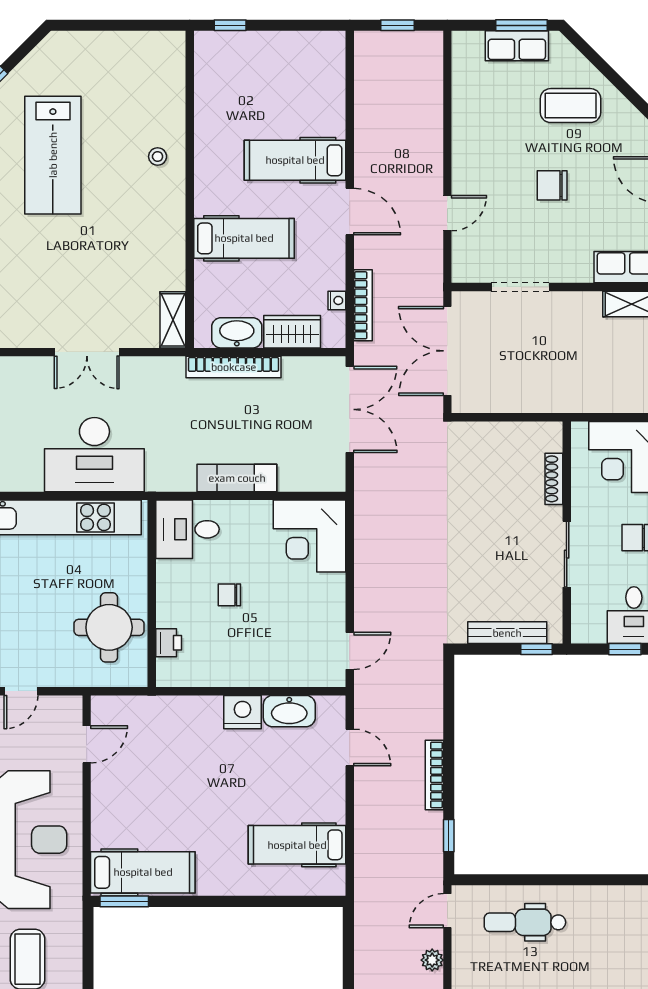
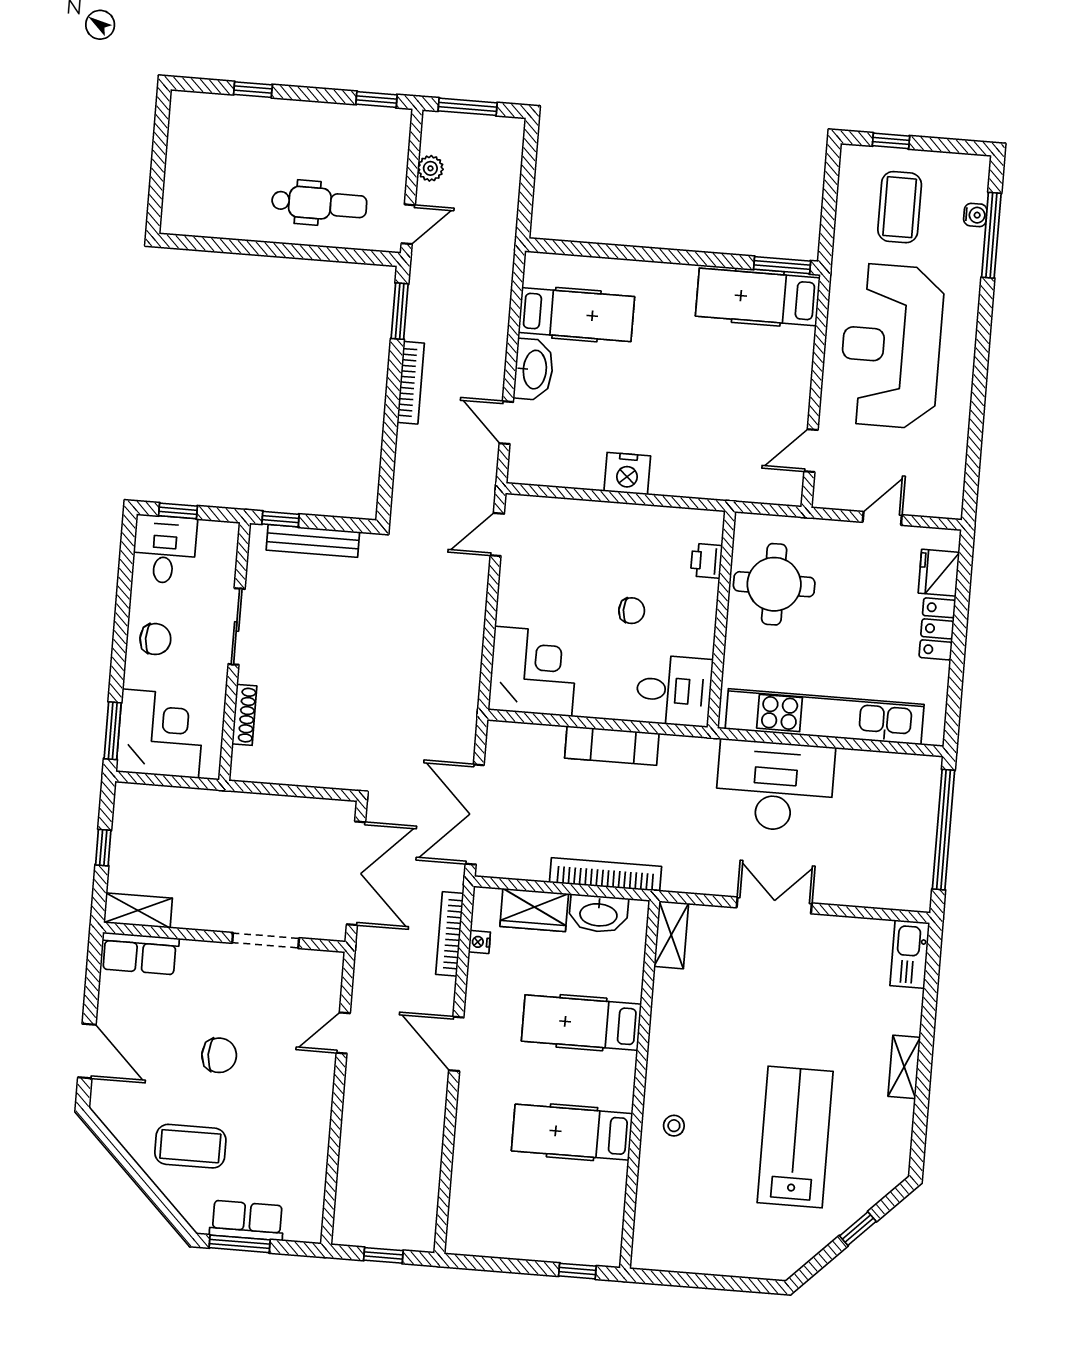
hospital bed: (295, 160) -> (572, 1132), moved, turned 180
washbasin: (289, 711) -> (534, 369), moved, turned 90
window: (449, 836) -> (400, 311), width x1.50

